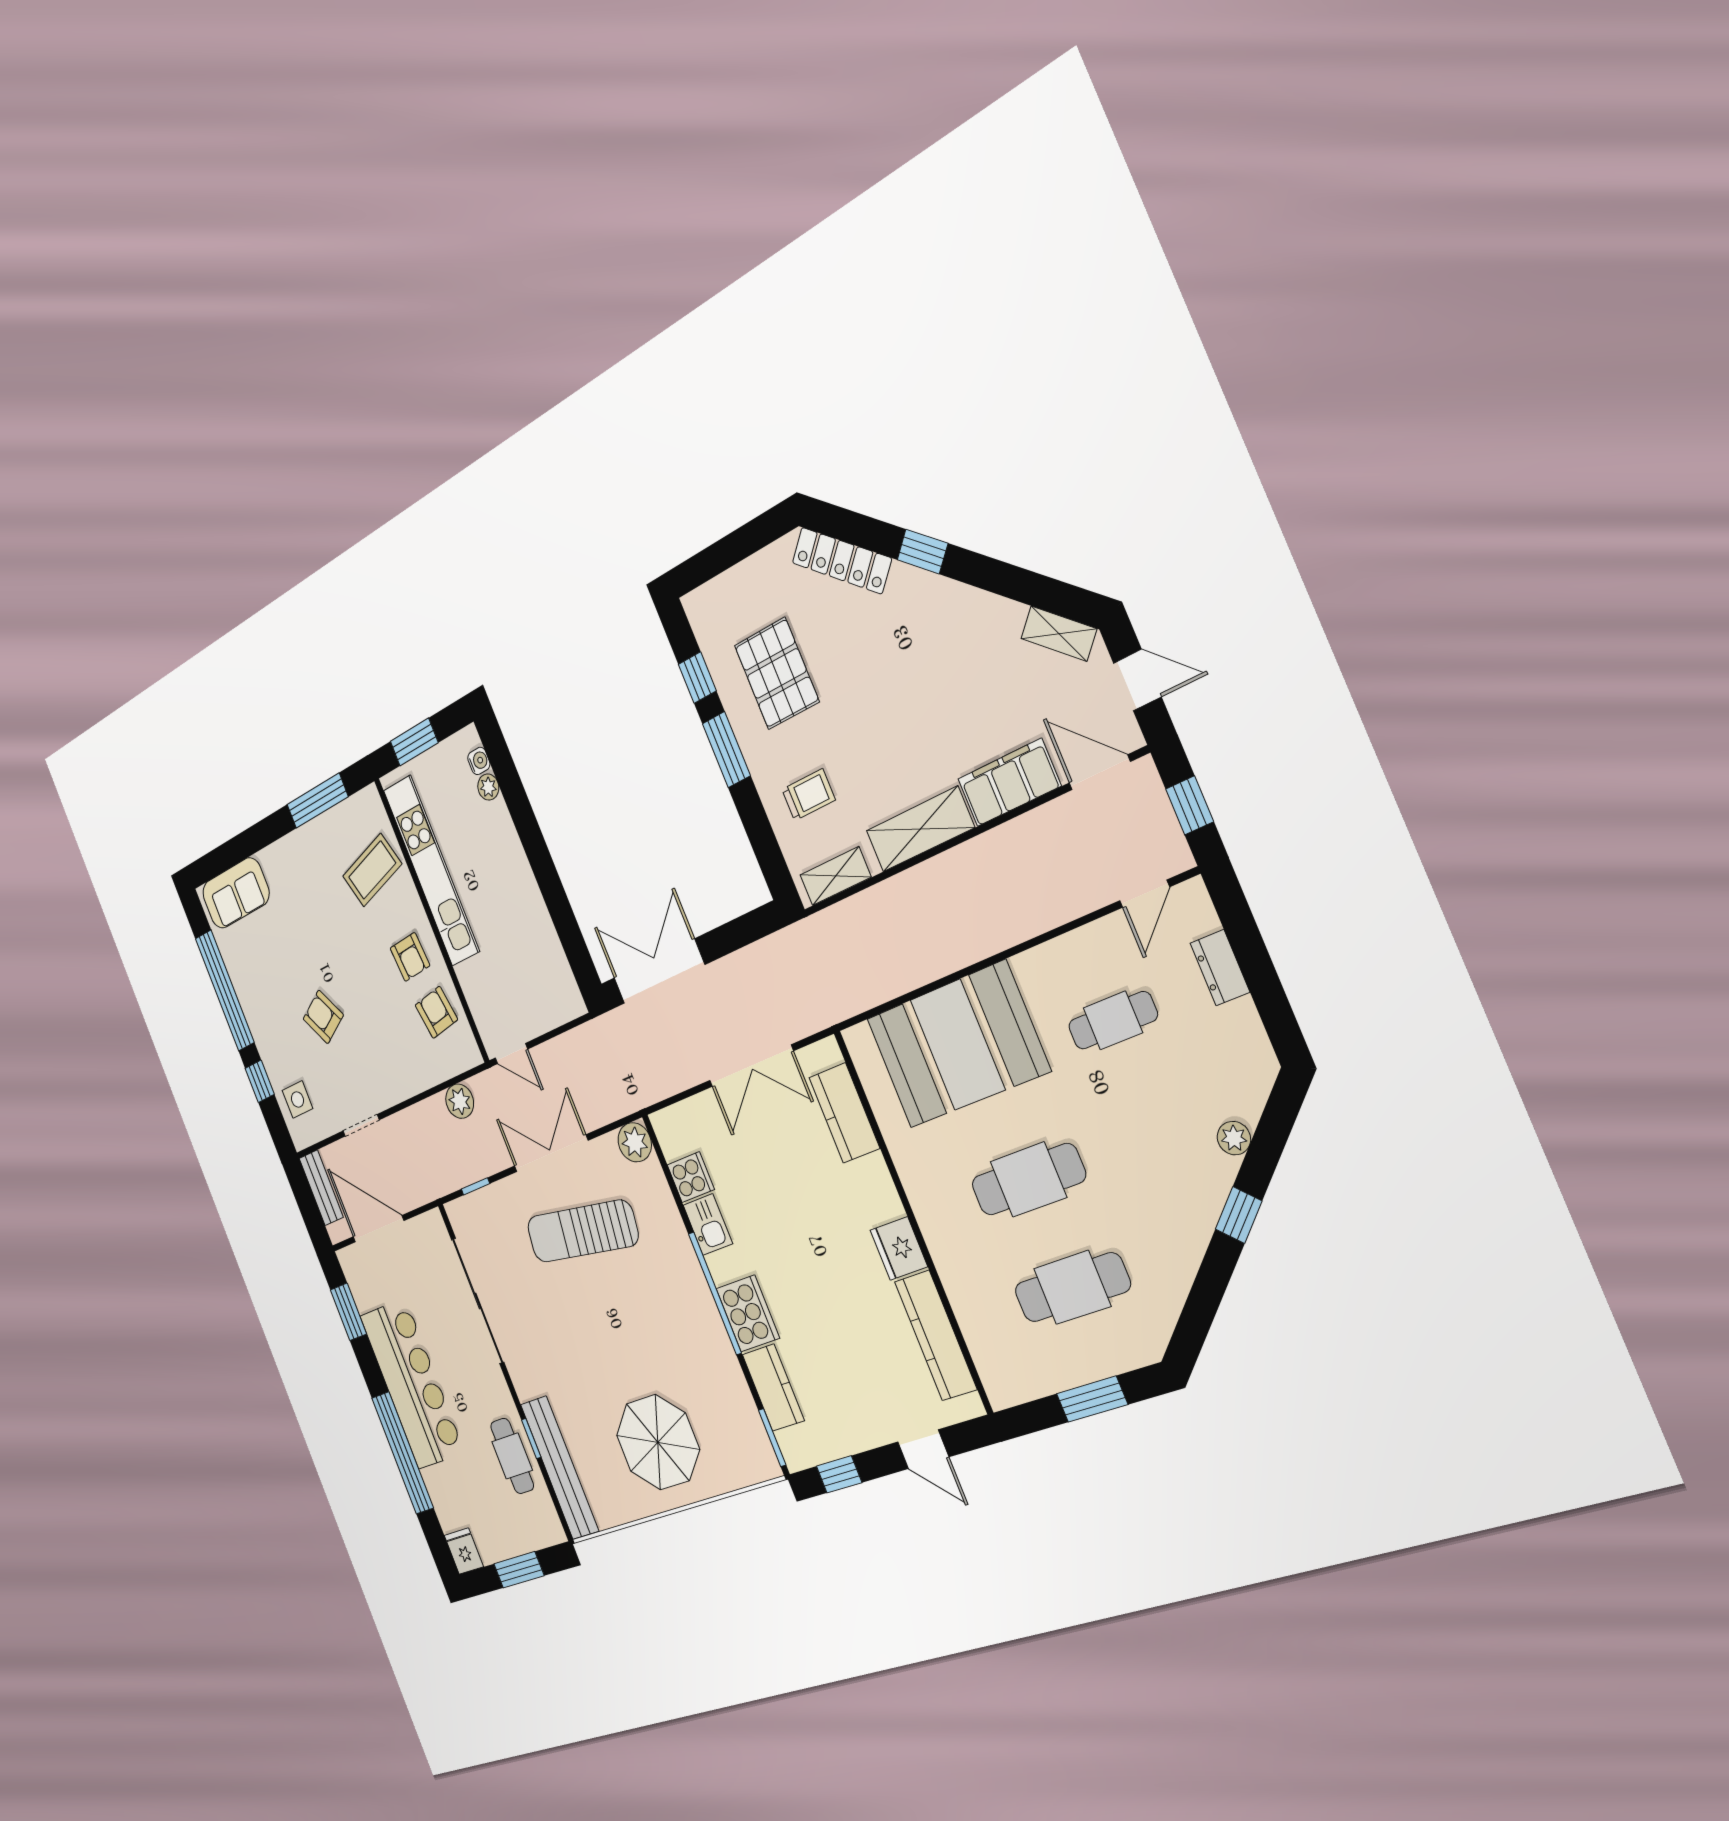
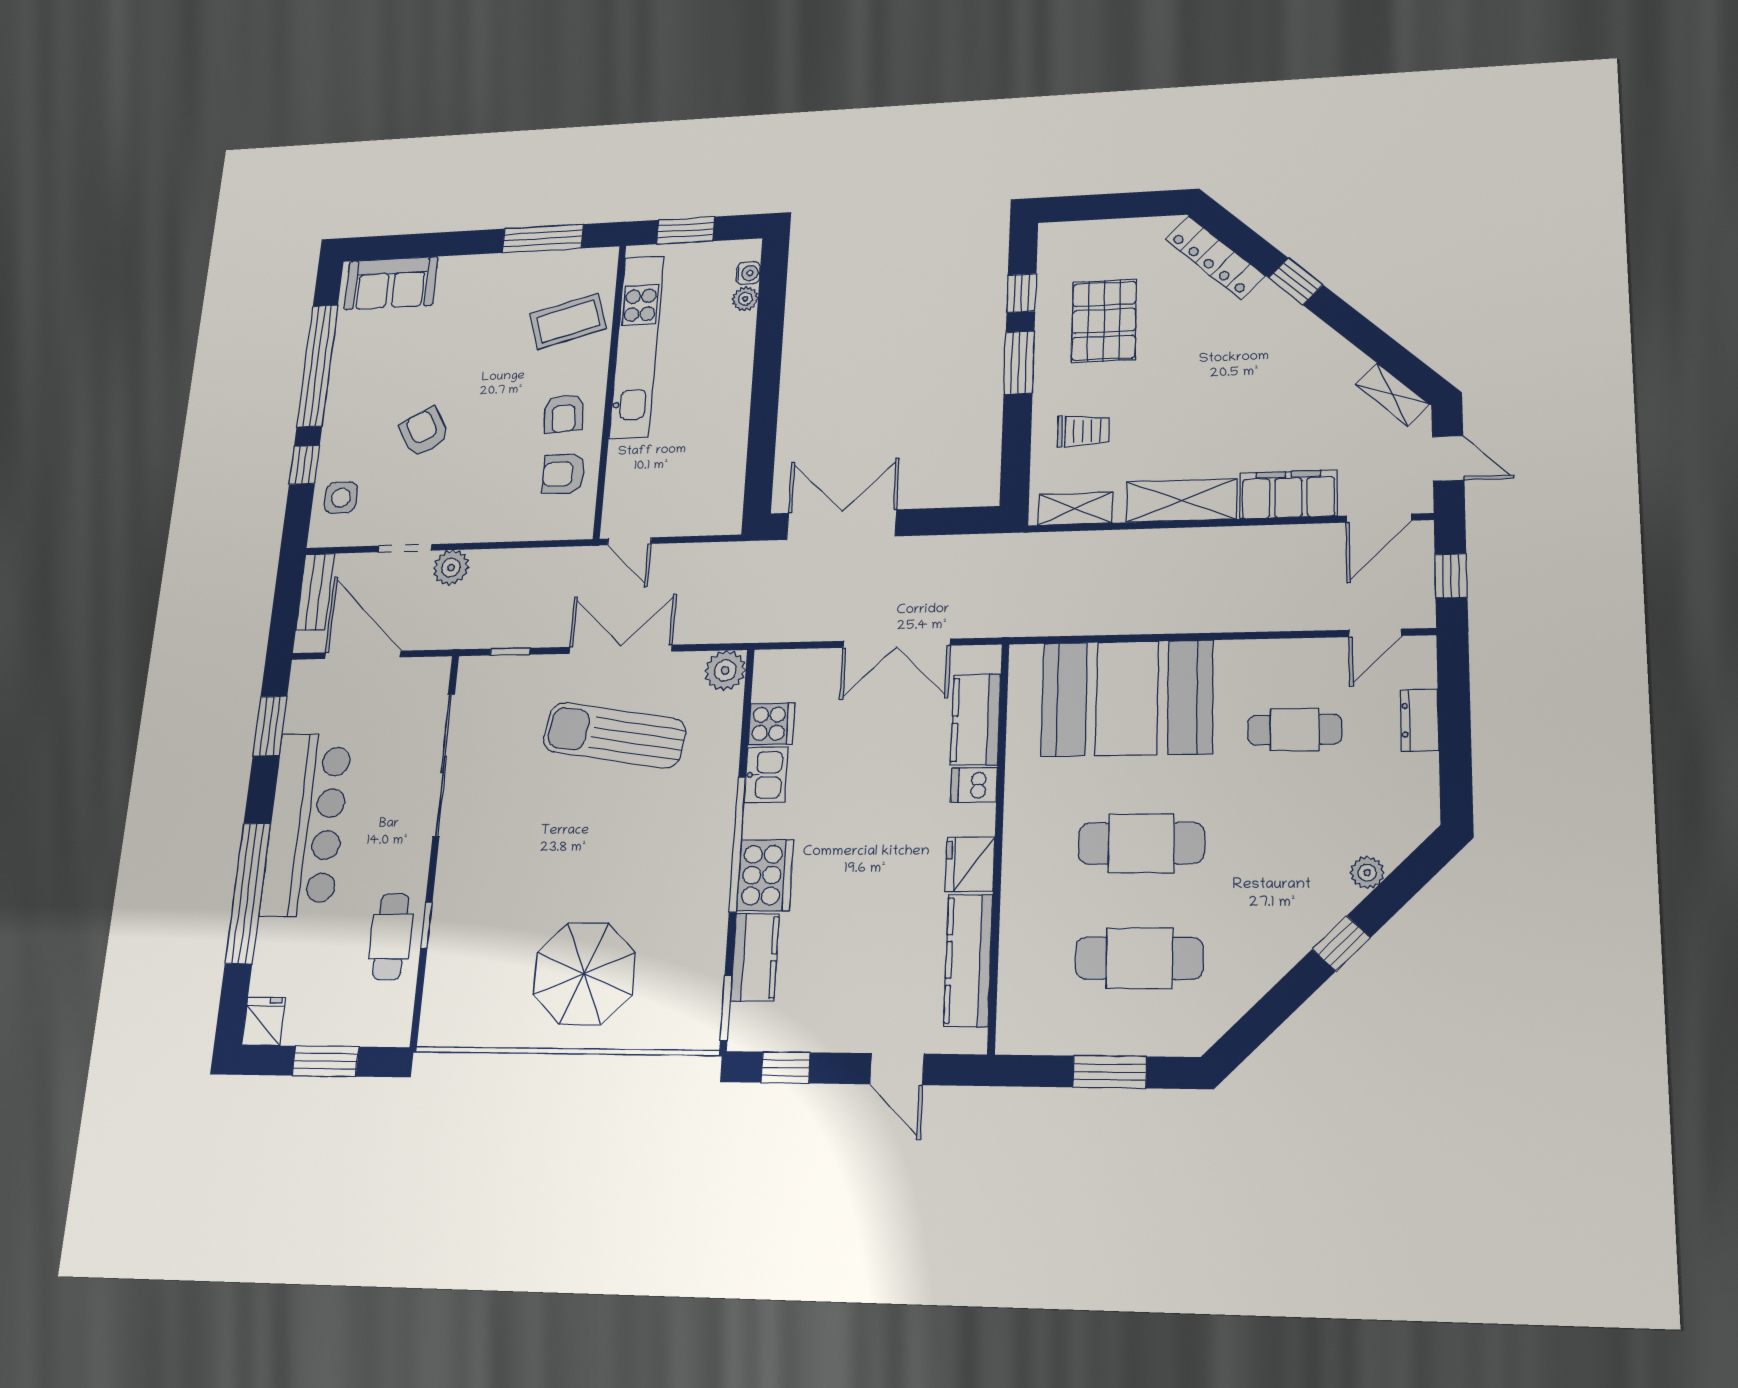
door: (1100, 772) -> (1379, 518), swing flipped
armchair: (436, 1012) -> (564, 474), turned -81
plant: (460, 1101) -> (451, 567), moved
dishwasher: (870, 1174) -> (974, 785), added
bench: (560, 1468) -> (445, 966), removed

